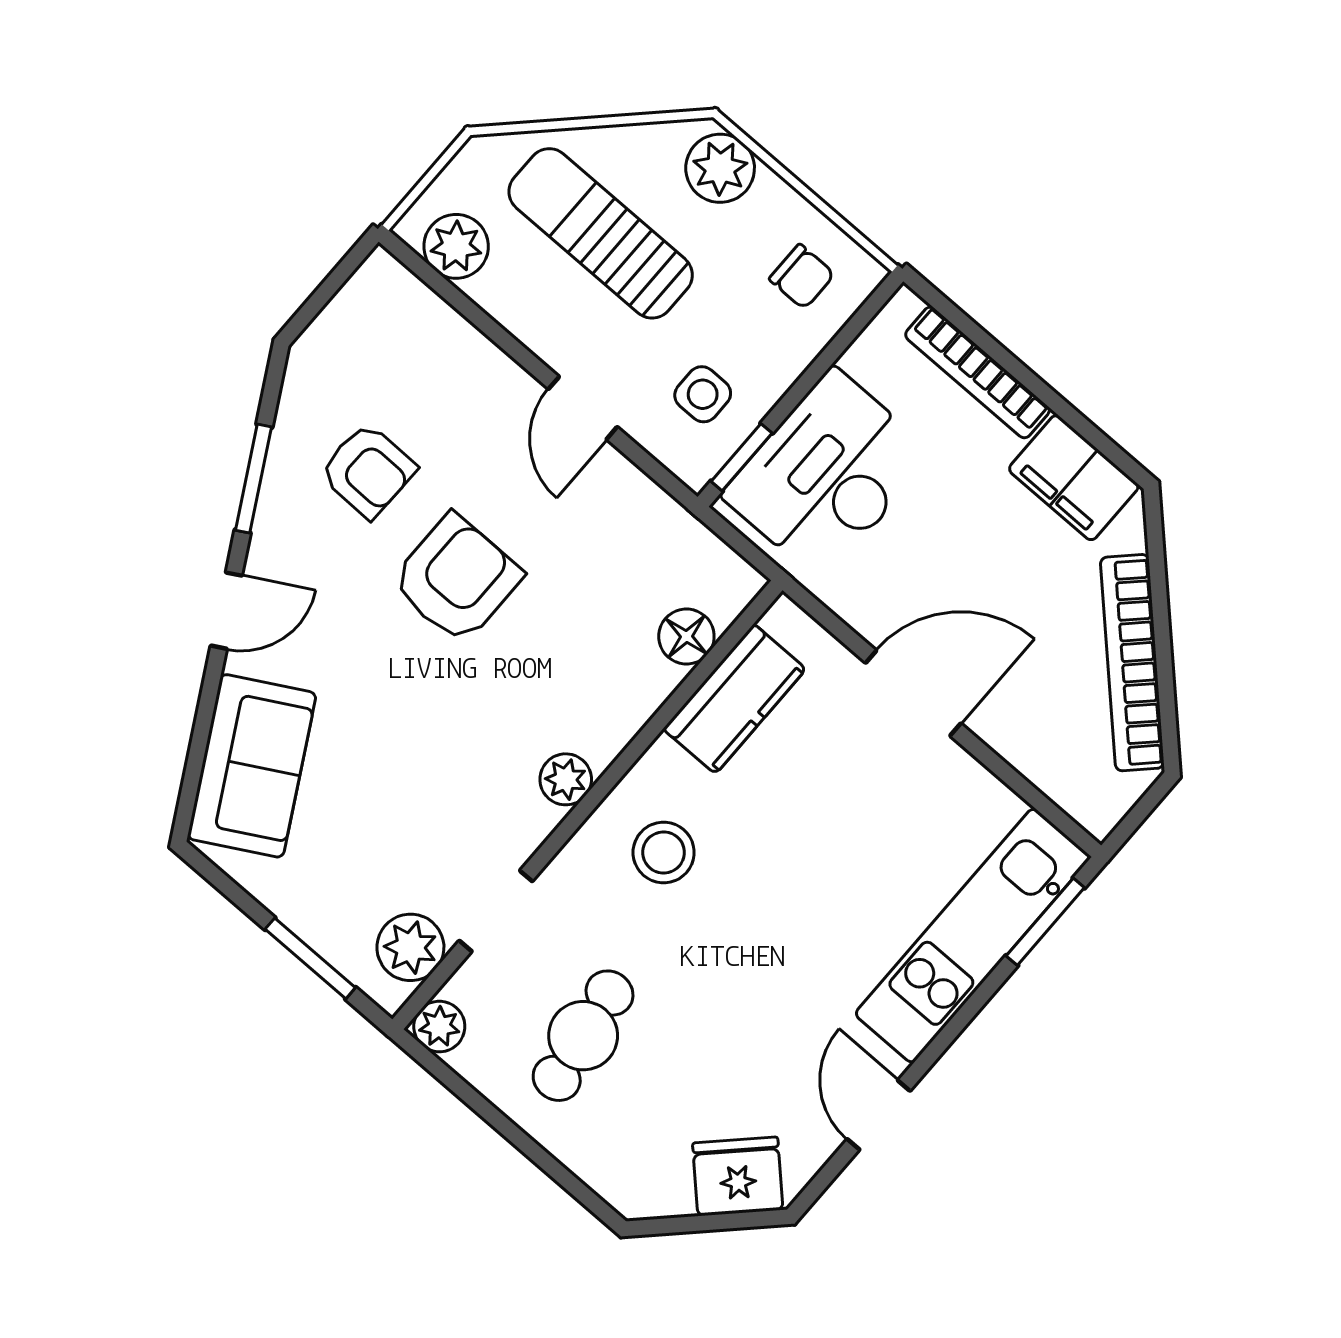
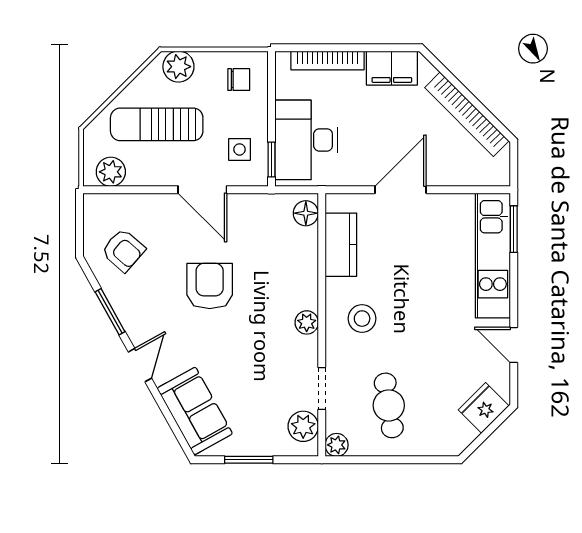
door: (583, 408) -> (202, 190), width x1.37
armchair: (368, 471) -> (123, 250), moved, turned 40
floor lamp: (686, 637) -> (306, 213), moved
window: (310, 958) -> (249, 460), moved

